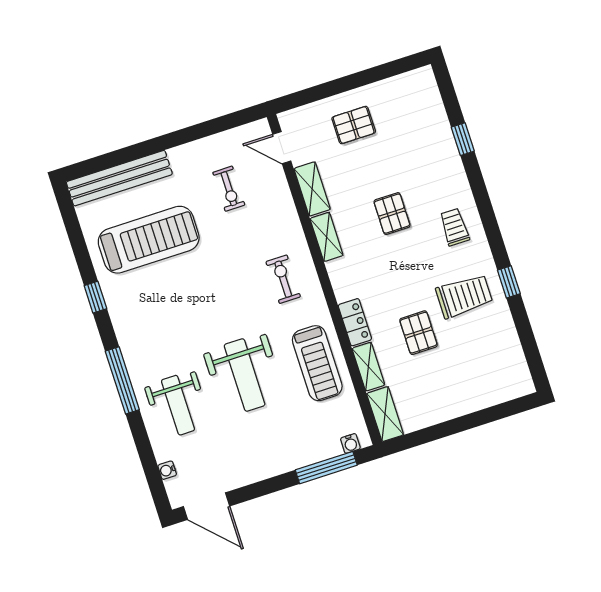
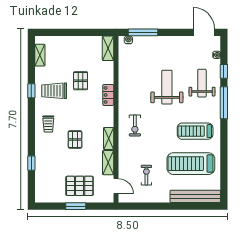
window: (348, 83) -> (76, 206), added
pallet: (354, 125) -> (80, 186), width x1.50, depth x1.42
window: (95, 297) -> (224, 71), moved
treadmill: (317, 363) -> (195, 131), moved, turned -90
shelving: (368, 367) -> (40, 55), moved

